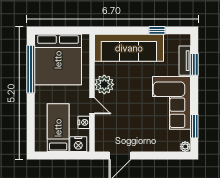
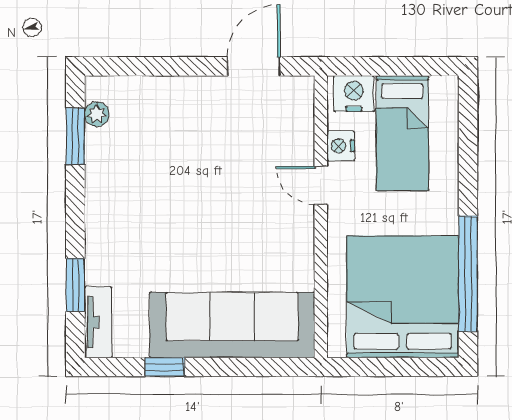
tv unit: (185, 61) -> (98, 322), moved
plant: (104, 84) -> (291, 237), removed
corner sofa: (171, 103) -> (130, 193), removed
plant: (185, 147) -> (97, 114), moved

